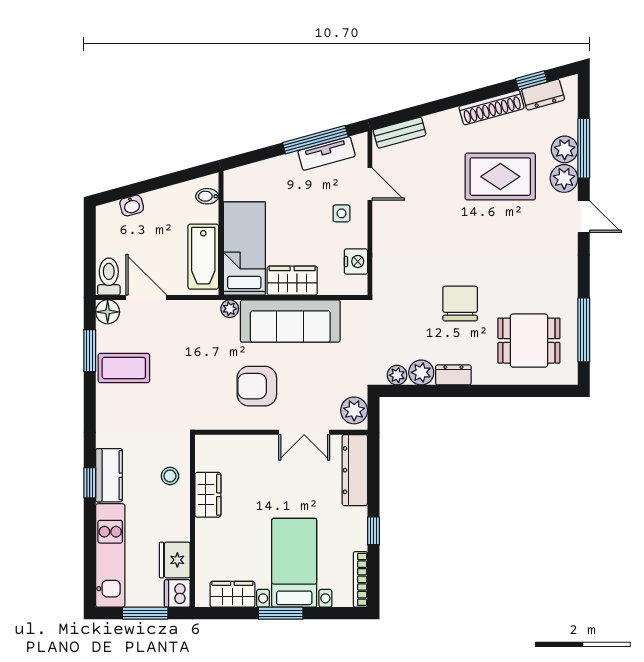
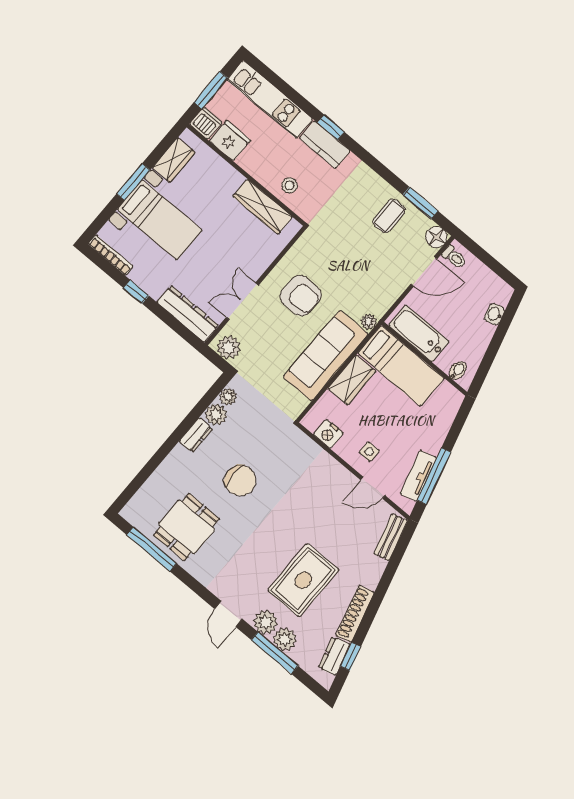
door: (584, 217) -> (228, 614), hinge flipped
toilet: (109, 277) -> (454, 257), width x0.73, depth x0.72
dining table: (529, 341) -> (187, 527), moved
coffee table: (124, 368) -> (389, 216), width x0.73, depth x0.77
armchair: (257, 386) -> (301, 296), turned 90
wardrobe: (208, 495) -> (263, 207), width x1.50

